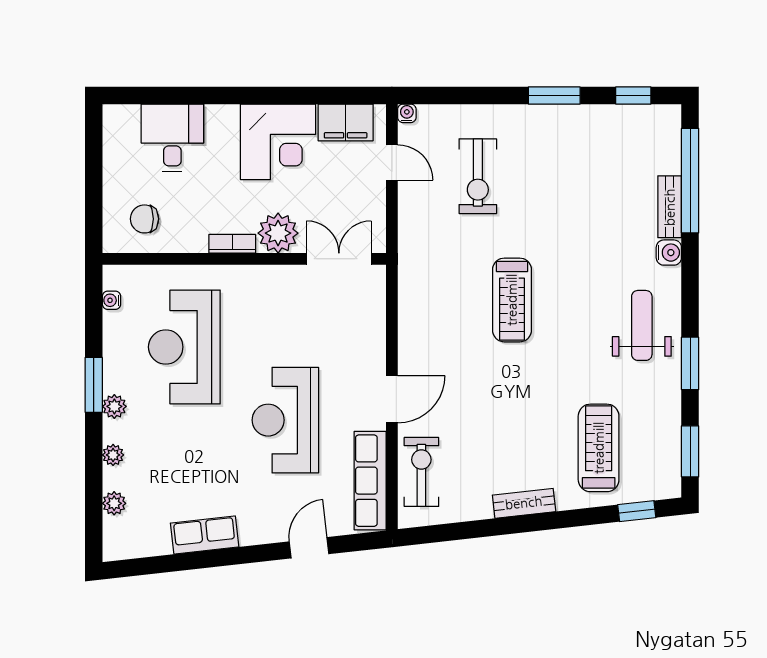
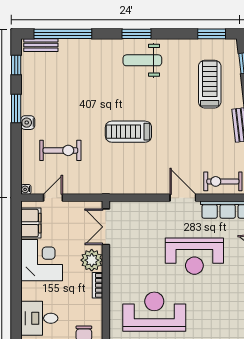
bench: (670, 207) -> (41, 45), moved
water cooler: (669, 253) -> (28, 123), moved, turned -90
treadmill: (512, 300) -> (128, 132), turned 180
reception desk: (184, 347) -> (154, 312), turned 180
window: (690, 363) -> (137, 34), moved
treadmill: (599, 448) -> (210, 84), turned 90

